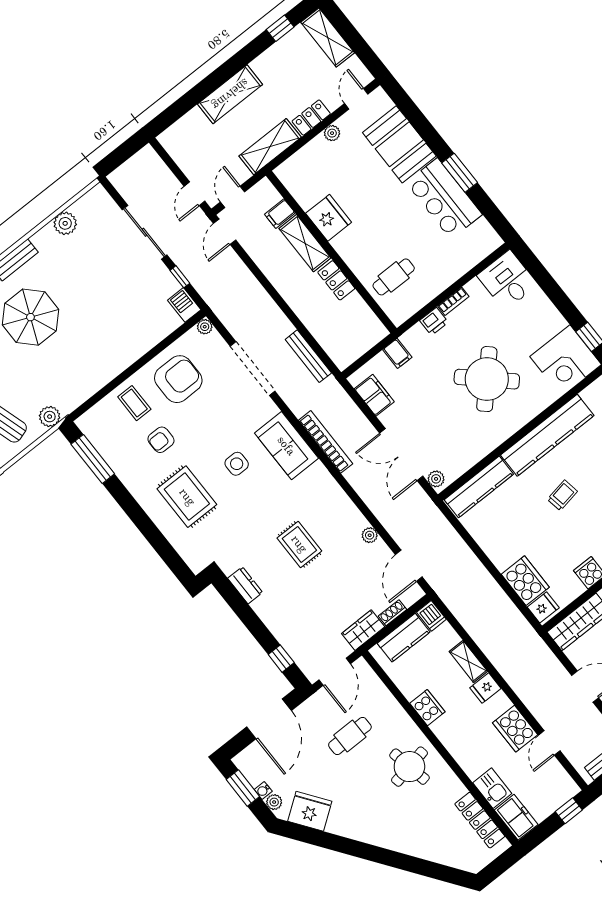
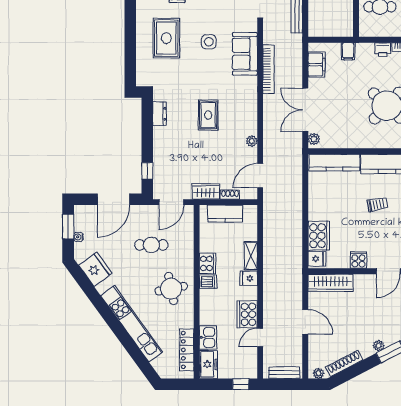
dishwasher: (431, 616) -> (208, 282), moved, turned -90
plant: (274, 802) -> (79, 248), removed
kitchen unit: (397, 839) -> (132, 324), added

